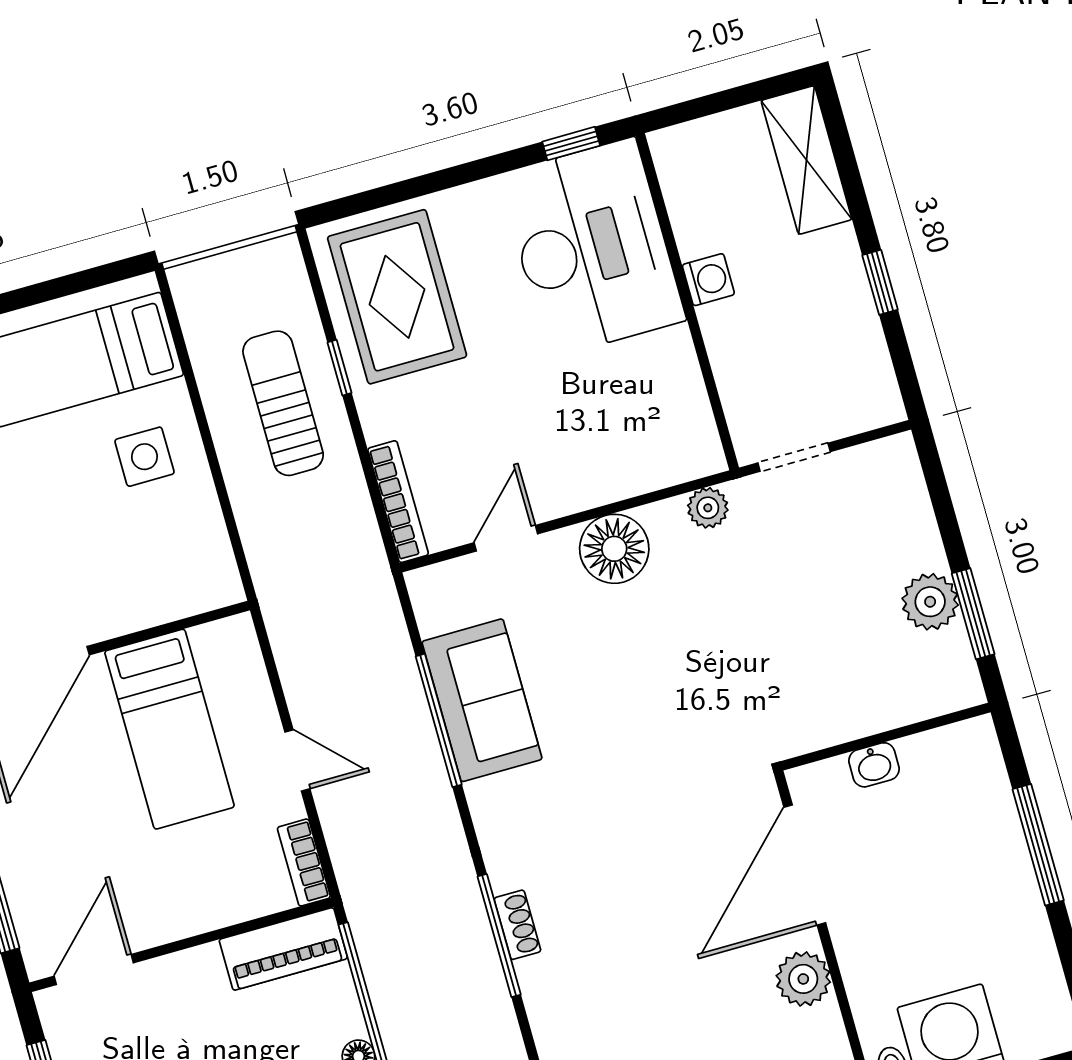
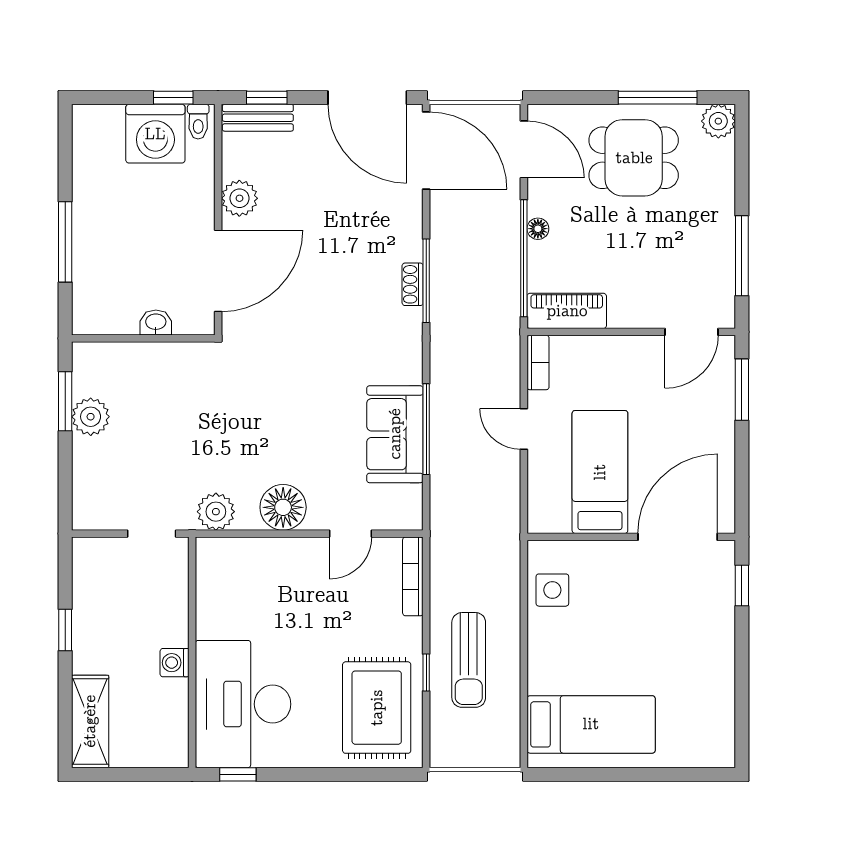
side table: (144, 457) -> (552, 590), moved
plant: (708, 508) -> (216, 512), width x1.38, depth x1.38

